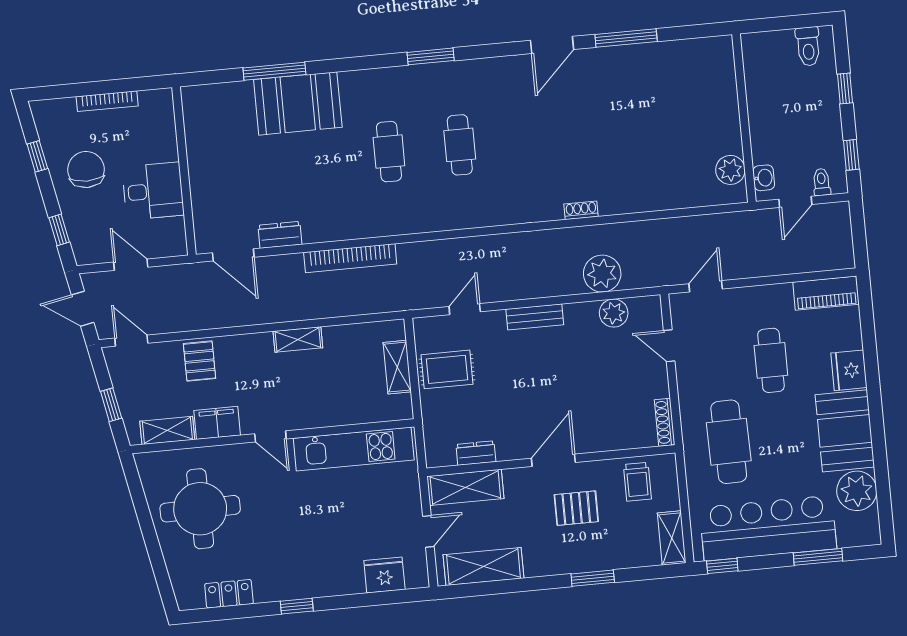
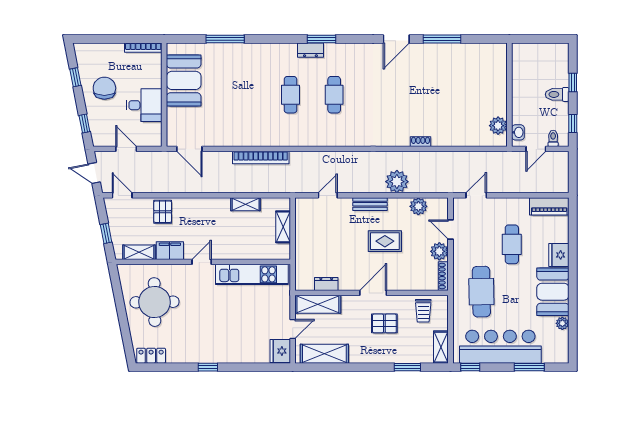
toilet: (808, 46) -> (557, 94), moved, turned 90
bookcase: (107, 101) -> (143, 48), moved
booth: (298, 103) -> (184, 80), moved, turned 90
shoe rack: (581, 210) -> (420, 142), moved
dresser: (280, 235) -> (310, 50), moved, turned 180
plant: (602, 274) -> (397, 182), moved
shelving: (298, 339) -> (246, 204), moved
rug: (447, 369) -> (385, 241), moved
plant: (654, 383) -> (439, 251), added
door: (270, 436) -> (202, 262), swing flipped
plant: (857, 491) -> (562, 323), width x0.53, depth x0.53
fridge: (384, 575) -> (280, 351), moved, turned -90
window: (593, 578) -> (407, 367), moved
locker: (229, 594) -> (151, 356), moved

